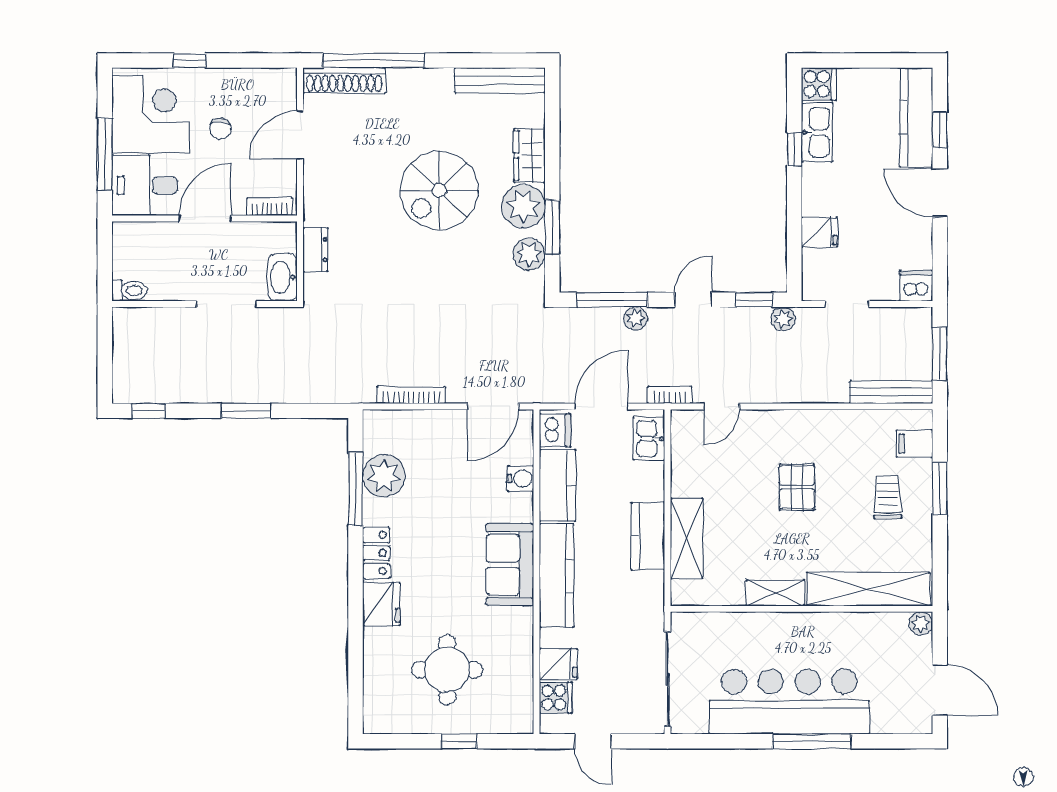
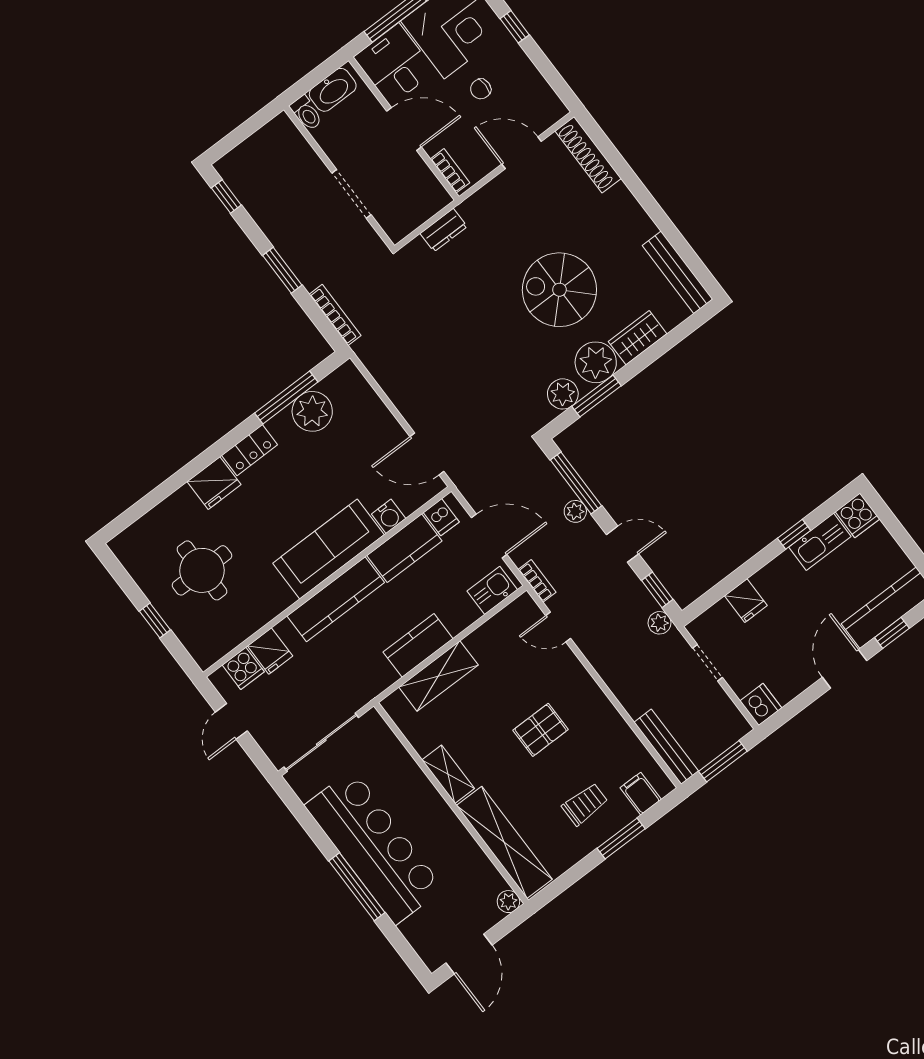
window: (373, 60) -> (620, 166), removed
washbasin: (282, 277) -> (333, 90), moved, turned 180
bookcase: (411, 395) -> (335, 315), moved
dishwasher: (555, 430) -> (441, 517), width x0.73
sofa: (510, 565) -> (329, 549), width x1.36

